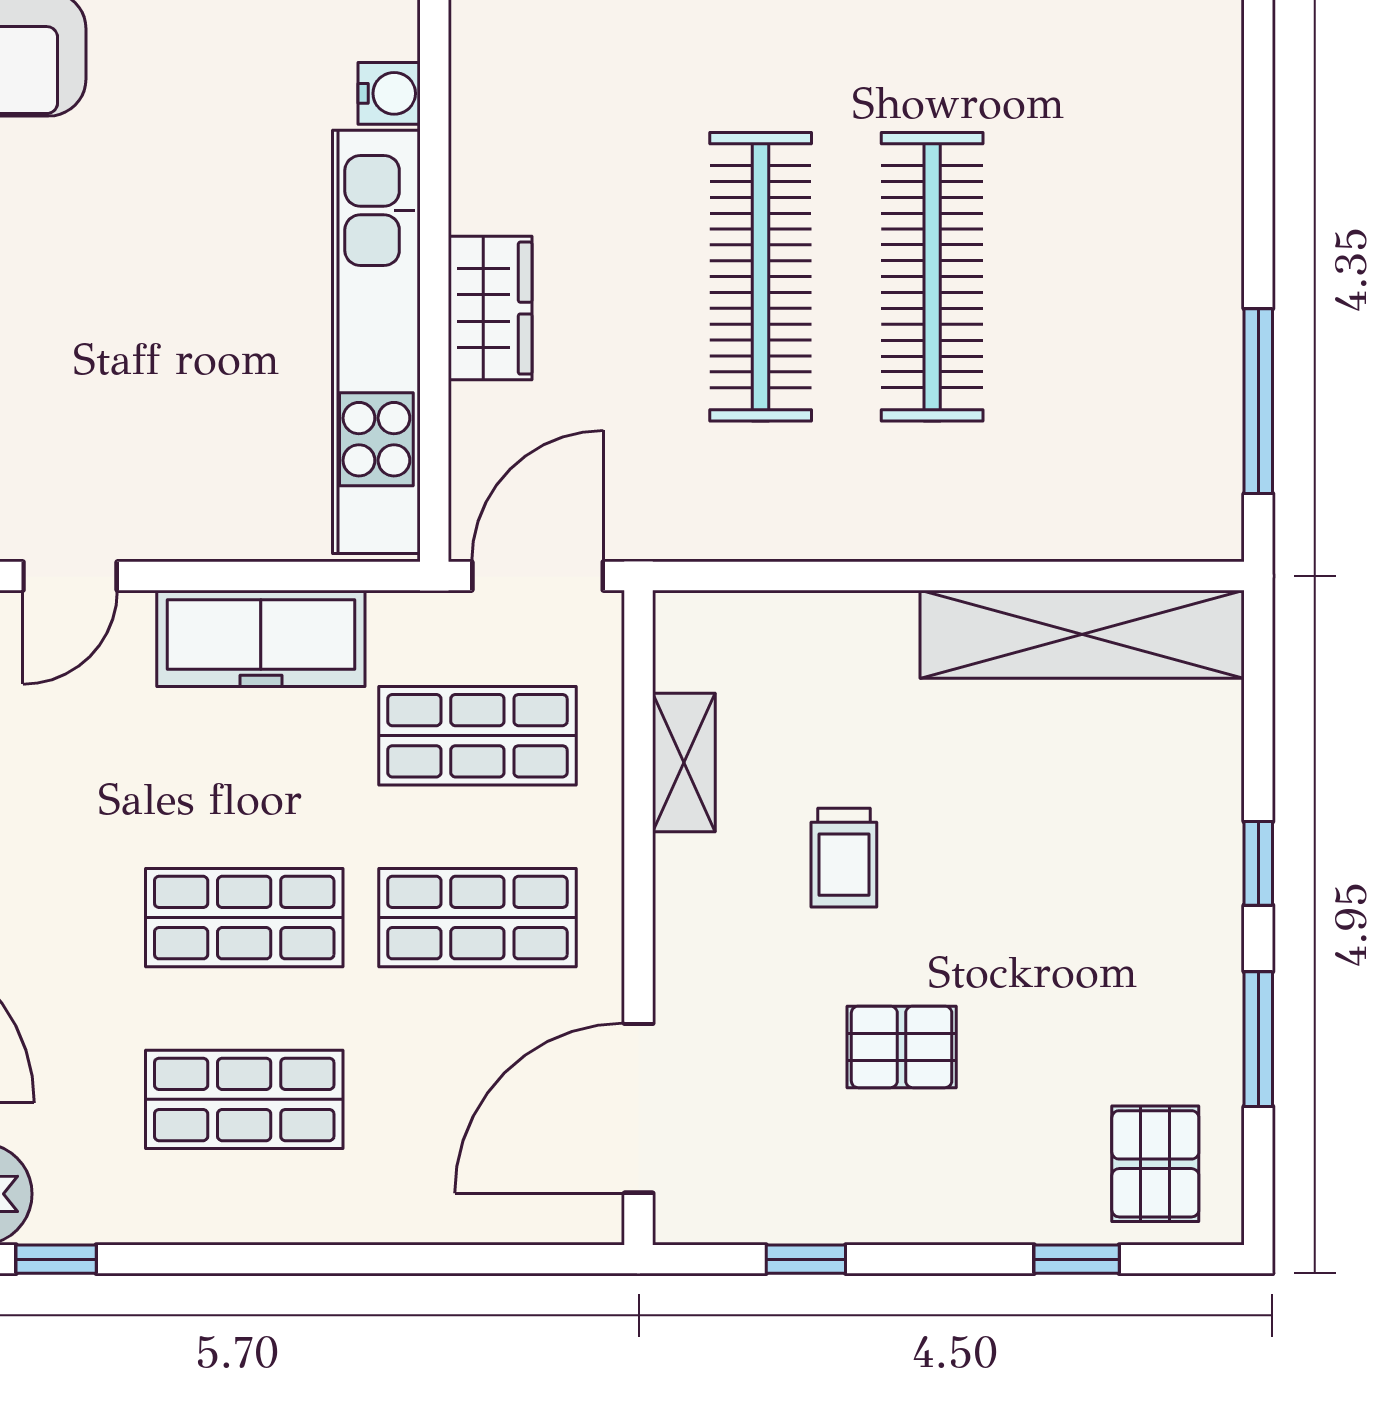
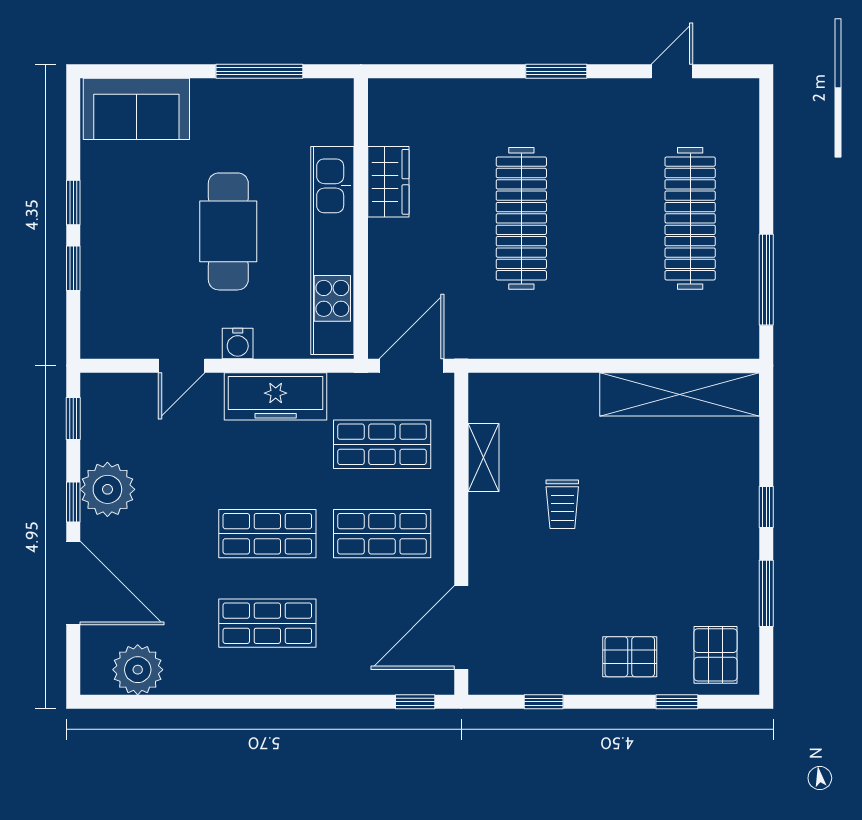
water cooler: (389, 93) -> (238, 343), moved, turned 90
clothes rail: (932, 277) -> (690, 218), moved
cafe table: (165, 303) -> (228, 231), added
wardrobe: (490, 308) -> (388, 182), moved
pallet: (902, 1047) -> (630, 657), moved
window: (56, 1259) -> (415, 702), moved

